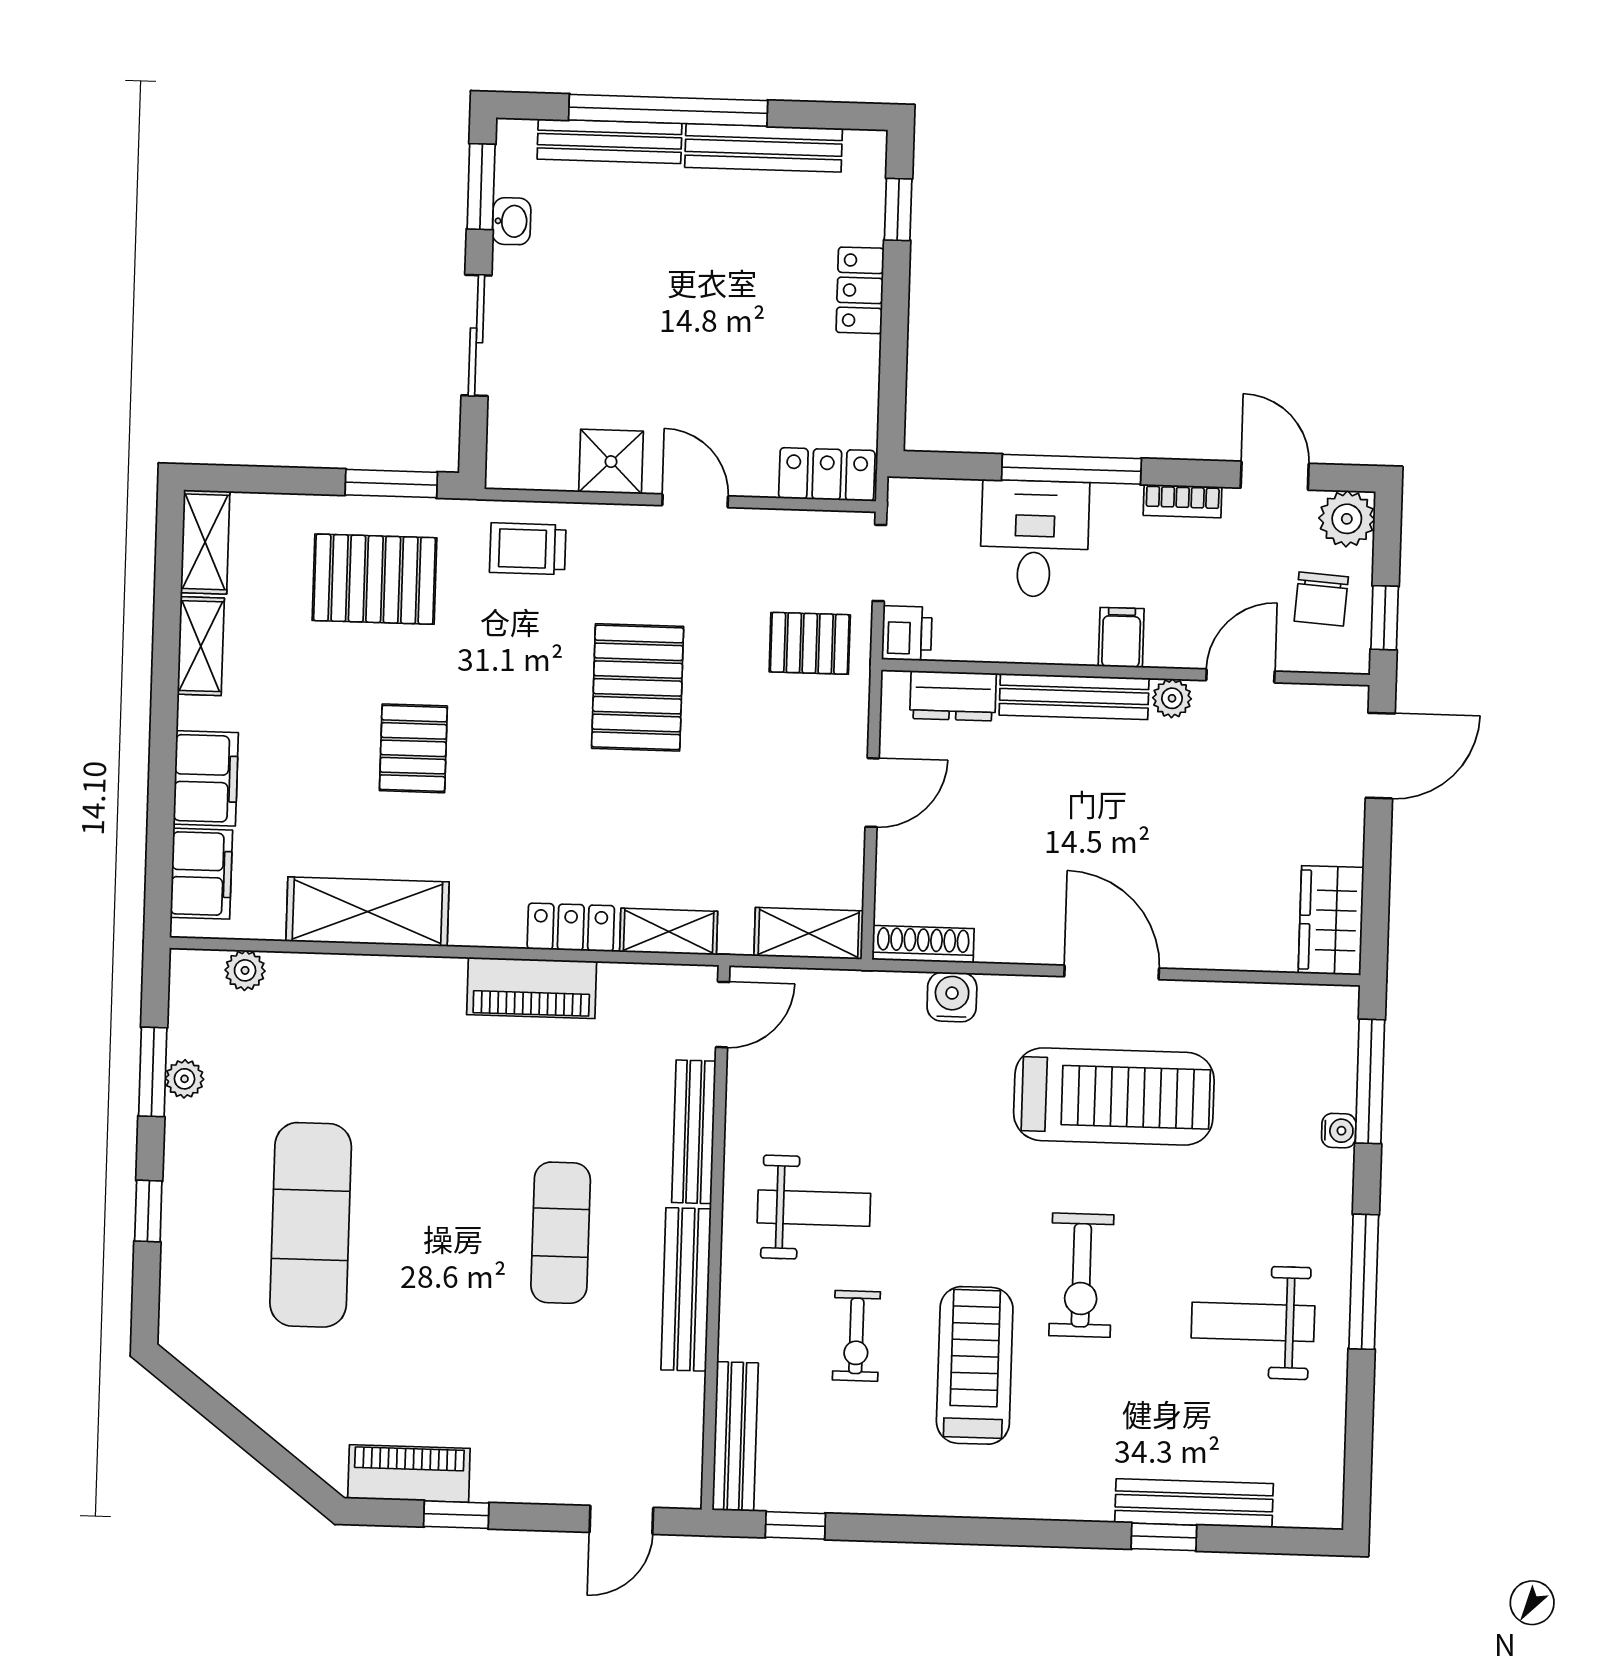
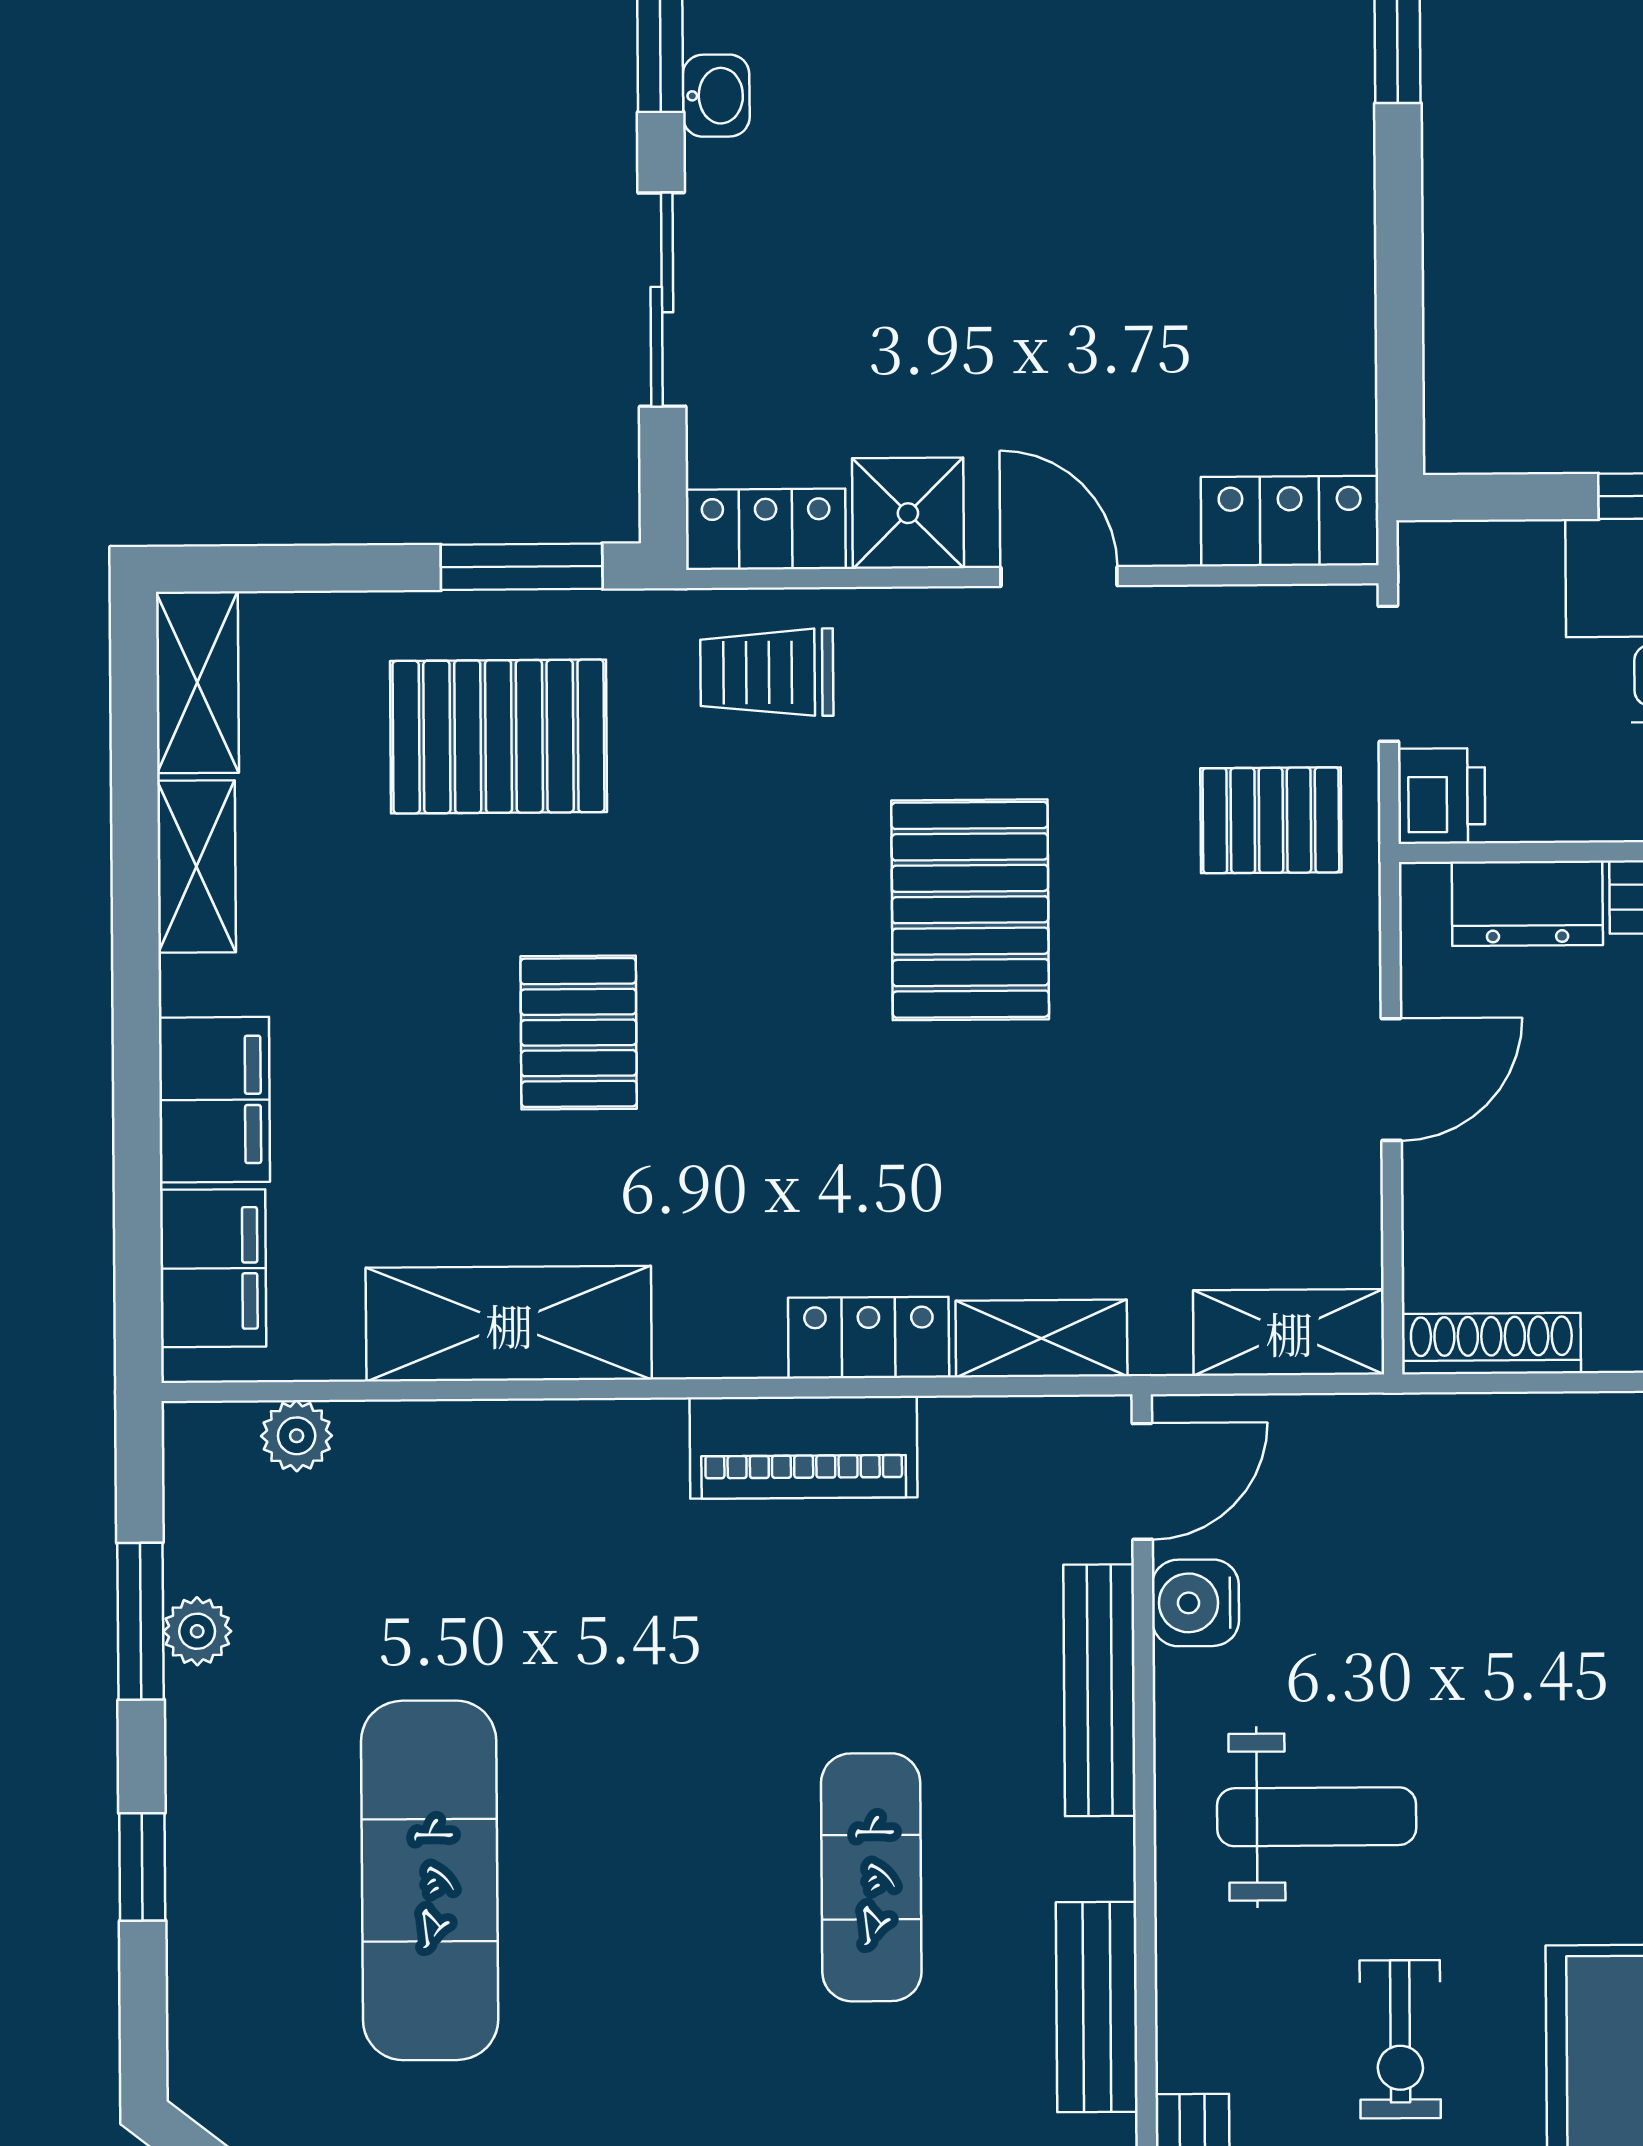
locker: (860, 290) -> (766, 529), moved, turned 90
water cooler: (952, 997) -> (1195, 1603), moved, turned -90
bench: (686, 1289) -> (1097, 2007), width x0.73

